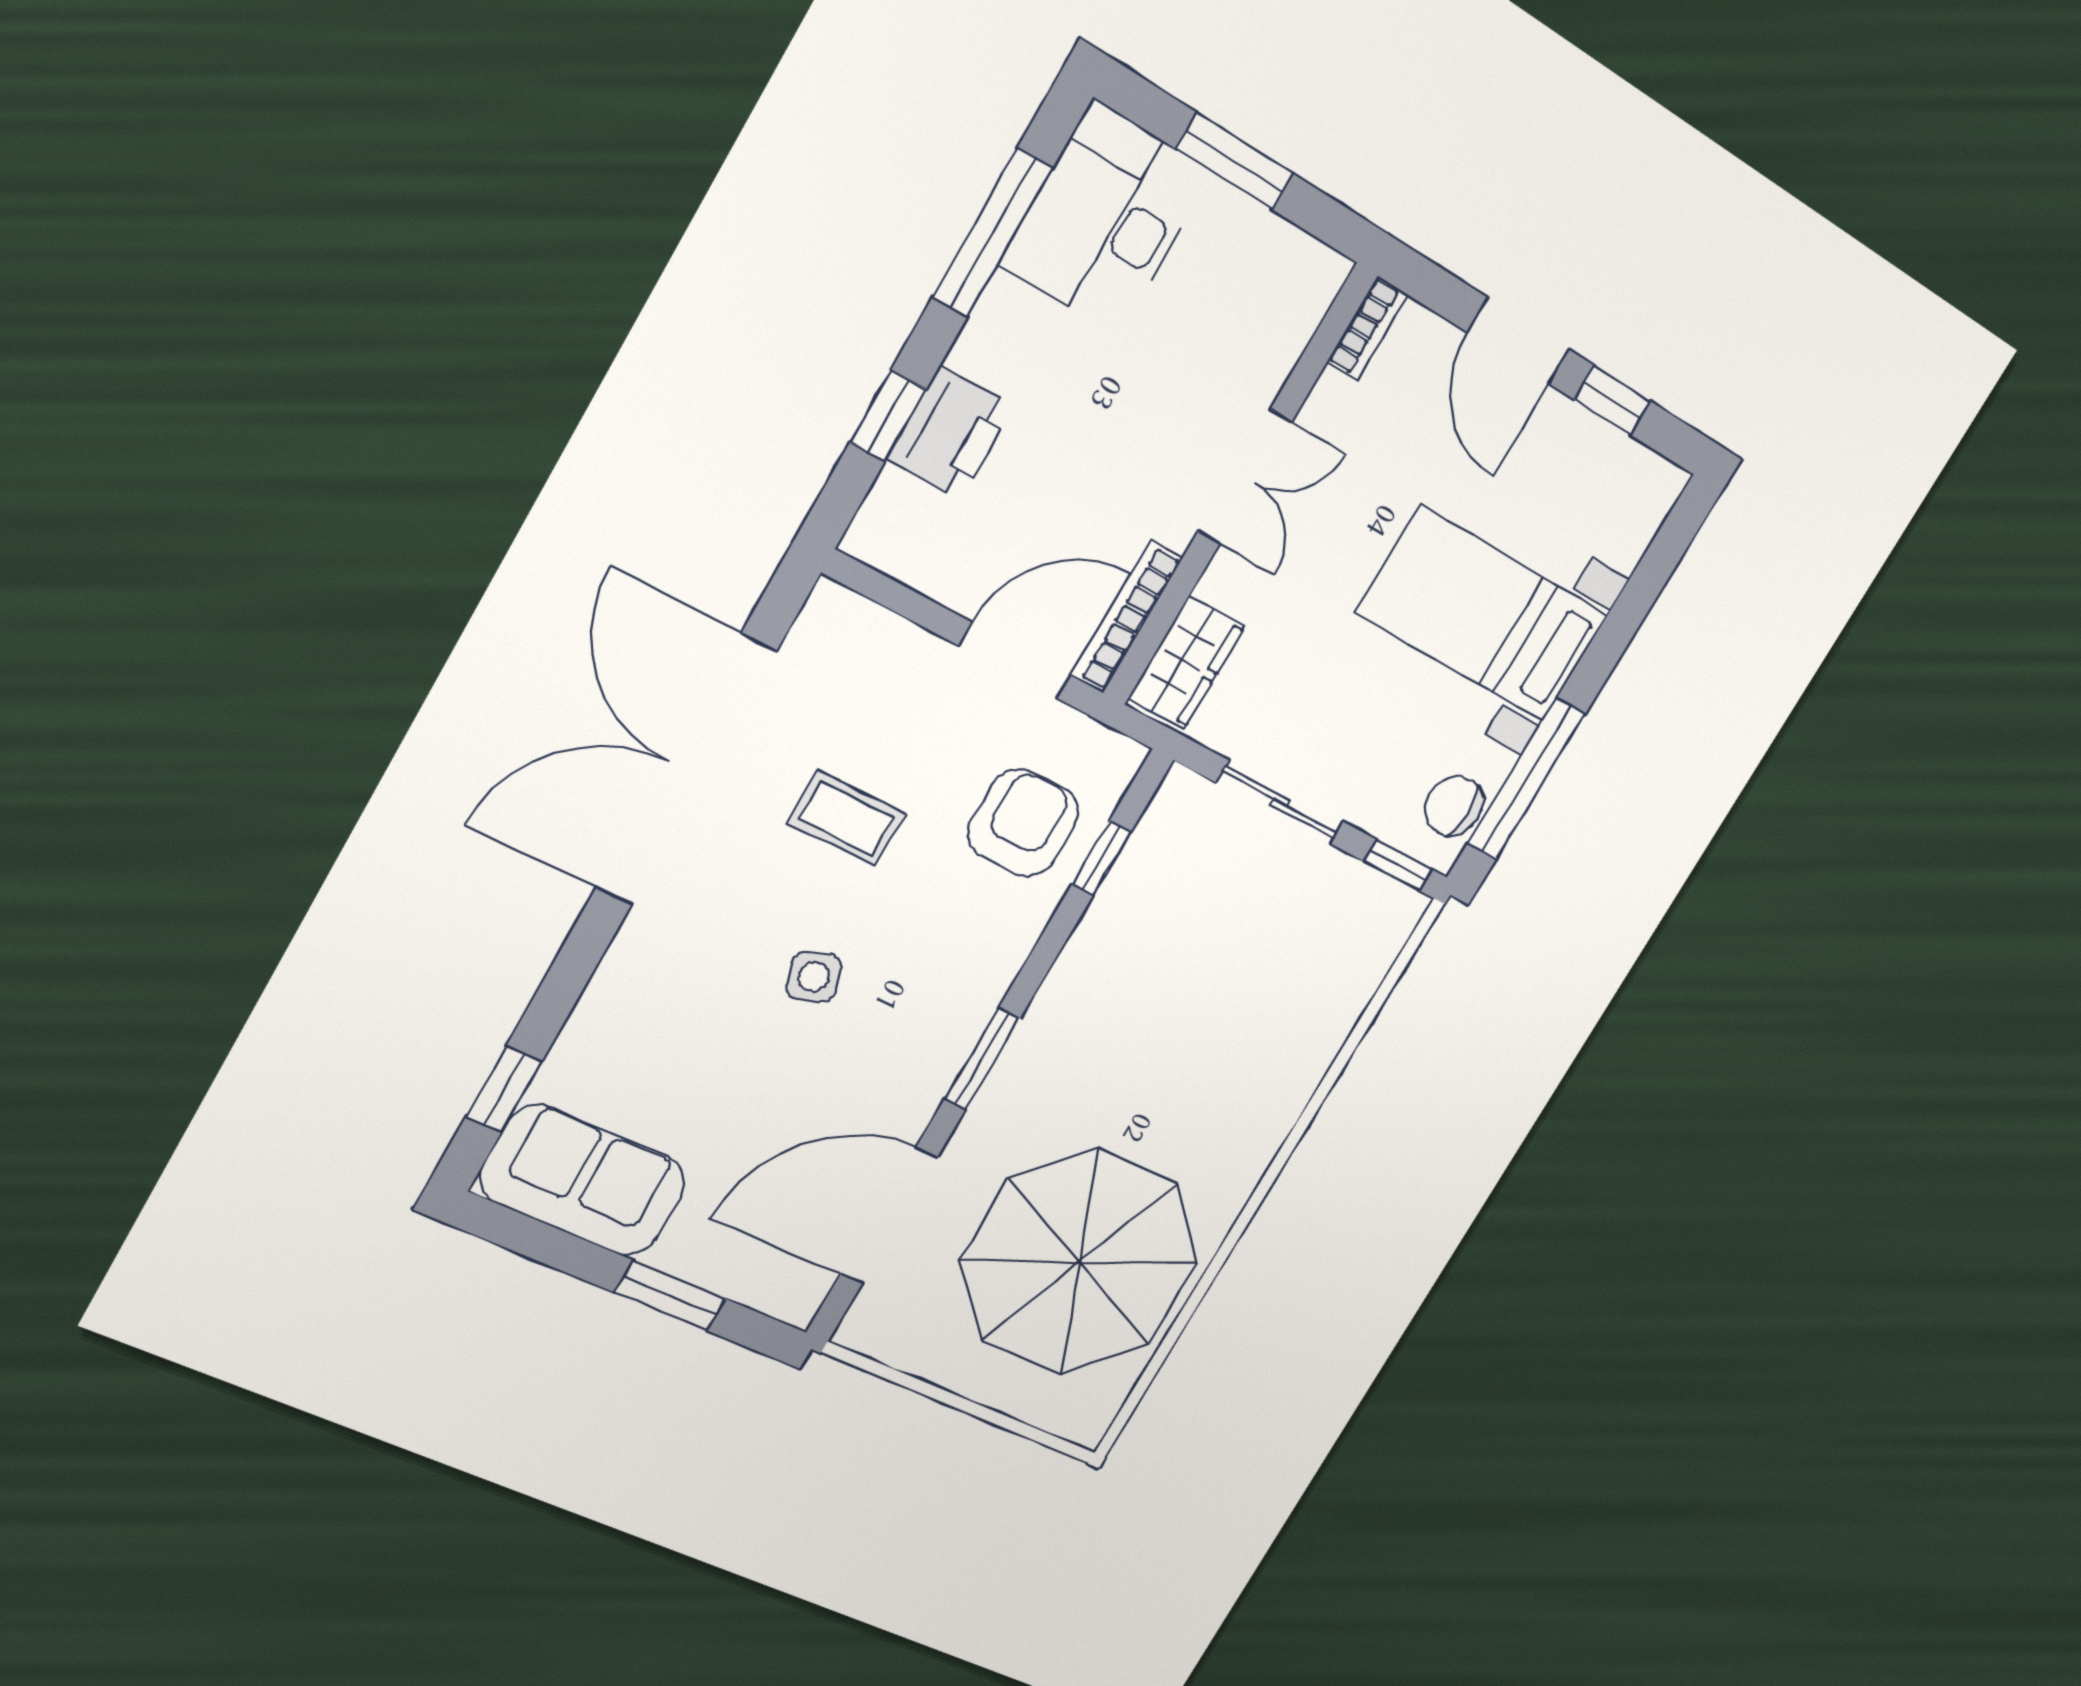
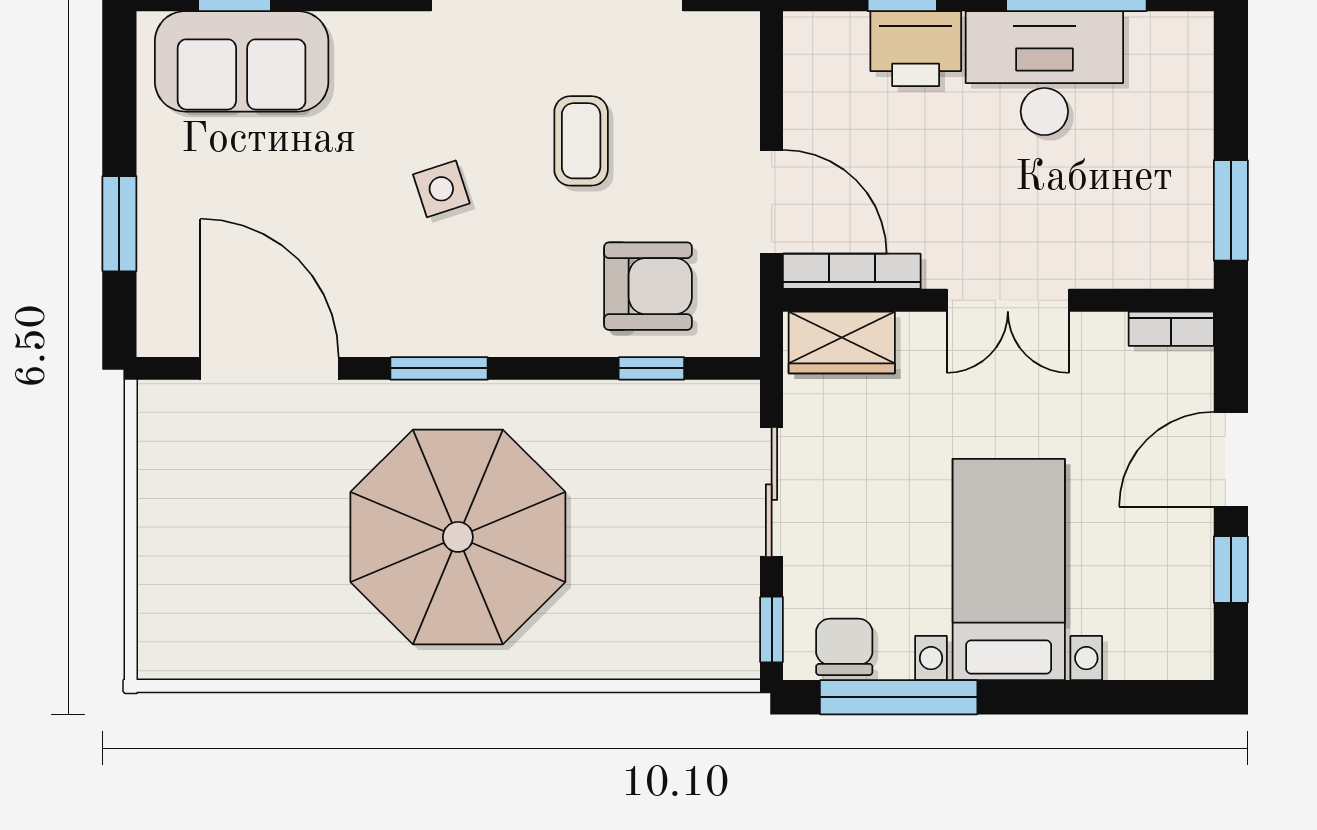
window: (1235, 161) -> (1231, 210), moved
desk: (1106, 218) -> (1044, 73), moved
sofa: (583, 1180) -> (242, 61), moved, turned 90
parasol: (1079, 1262) -> (458, 537), moved

